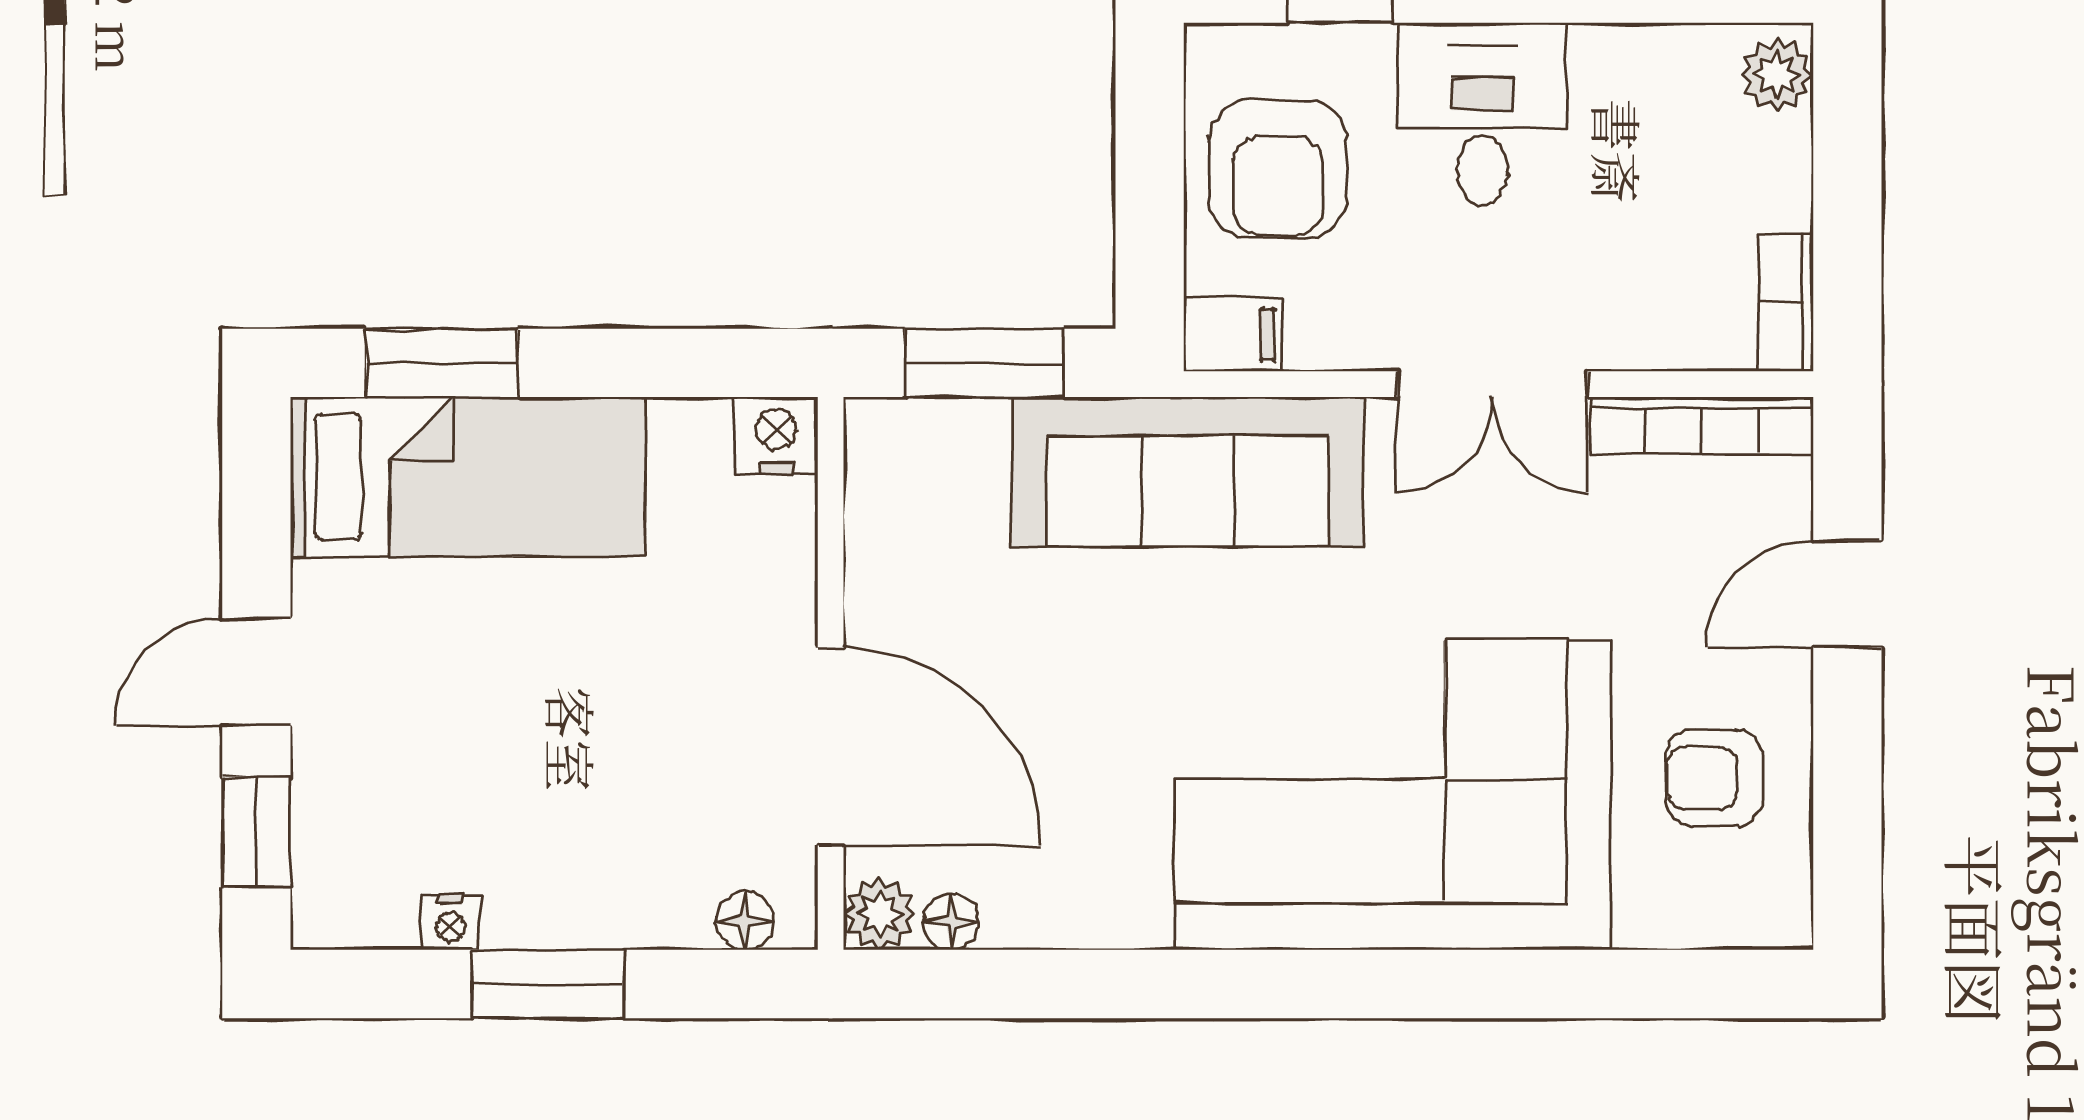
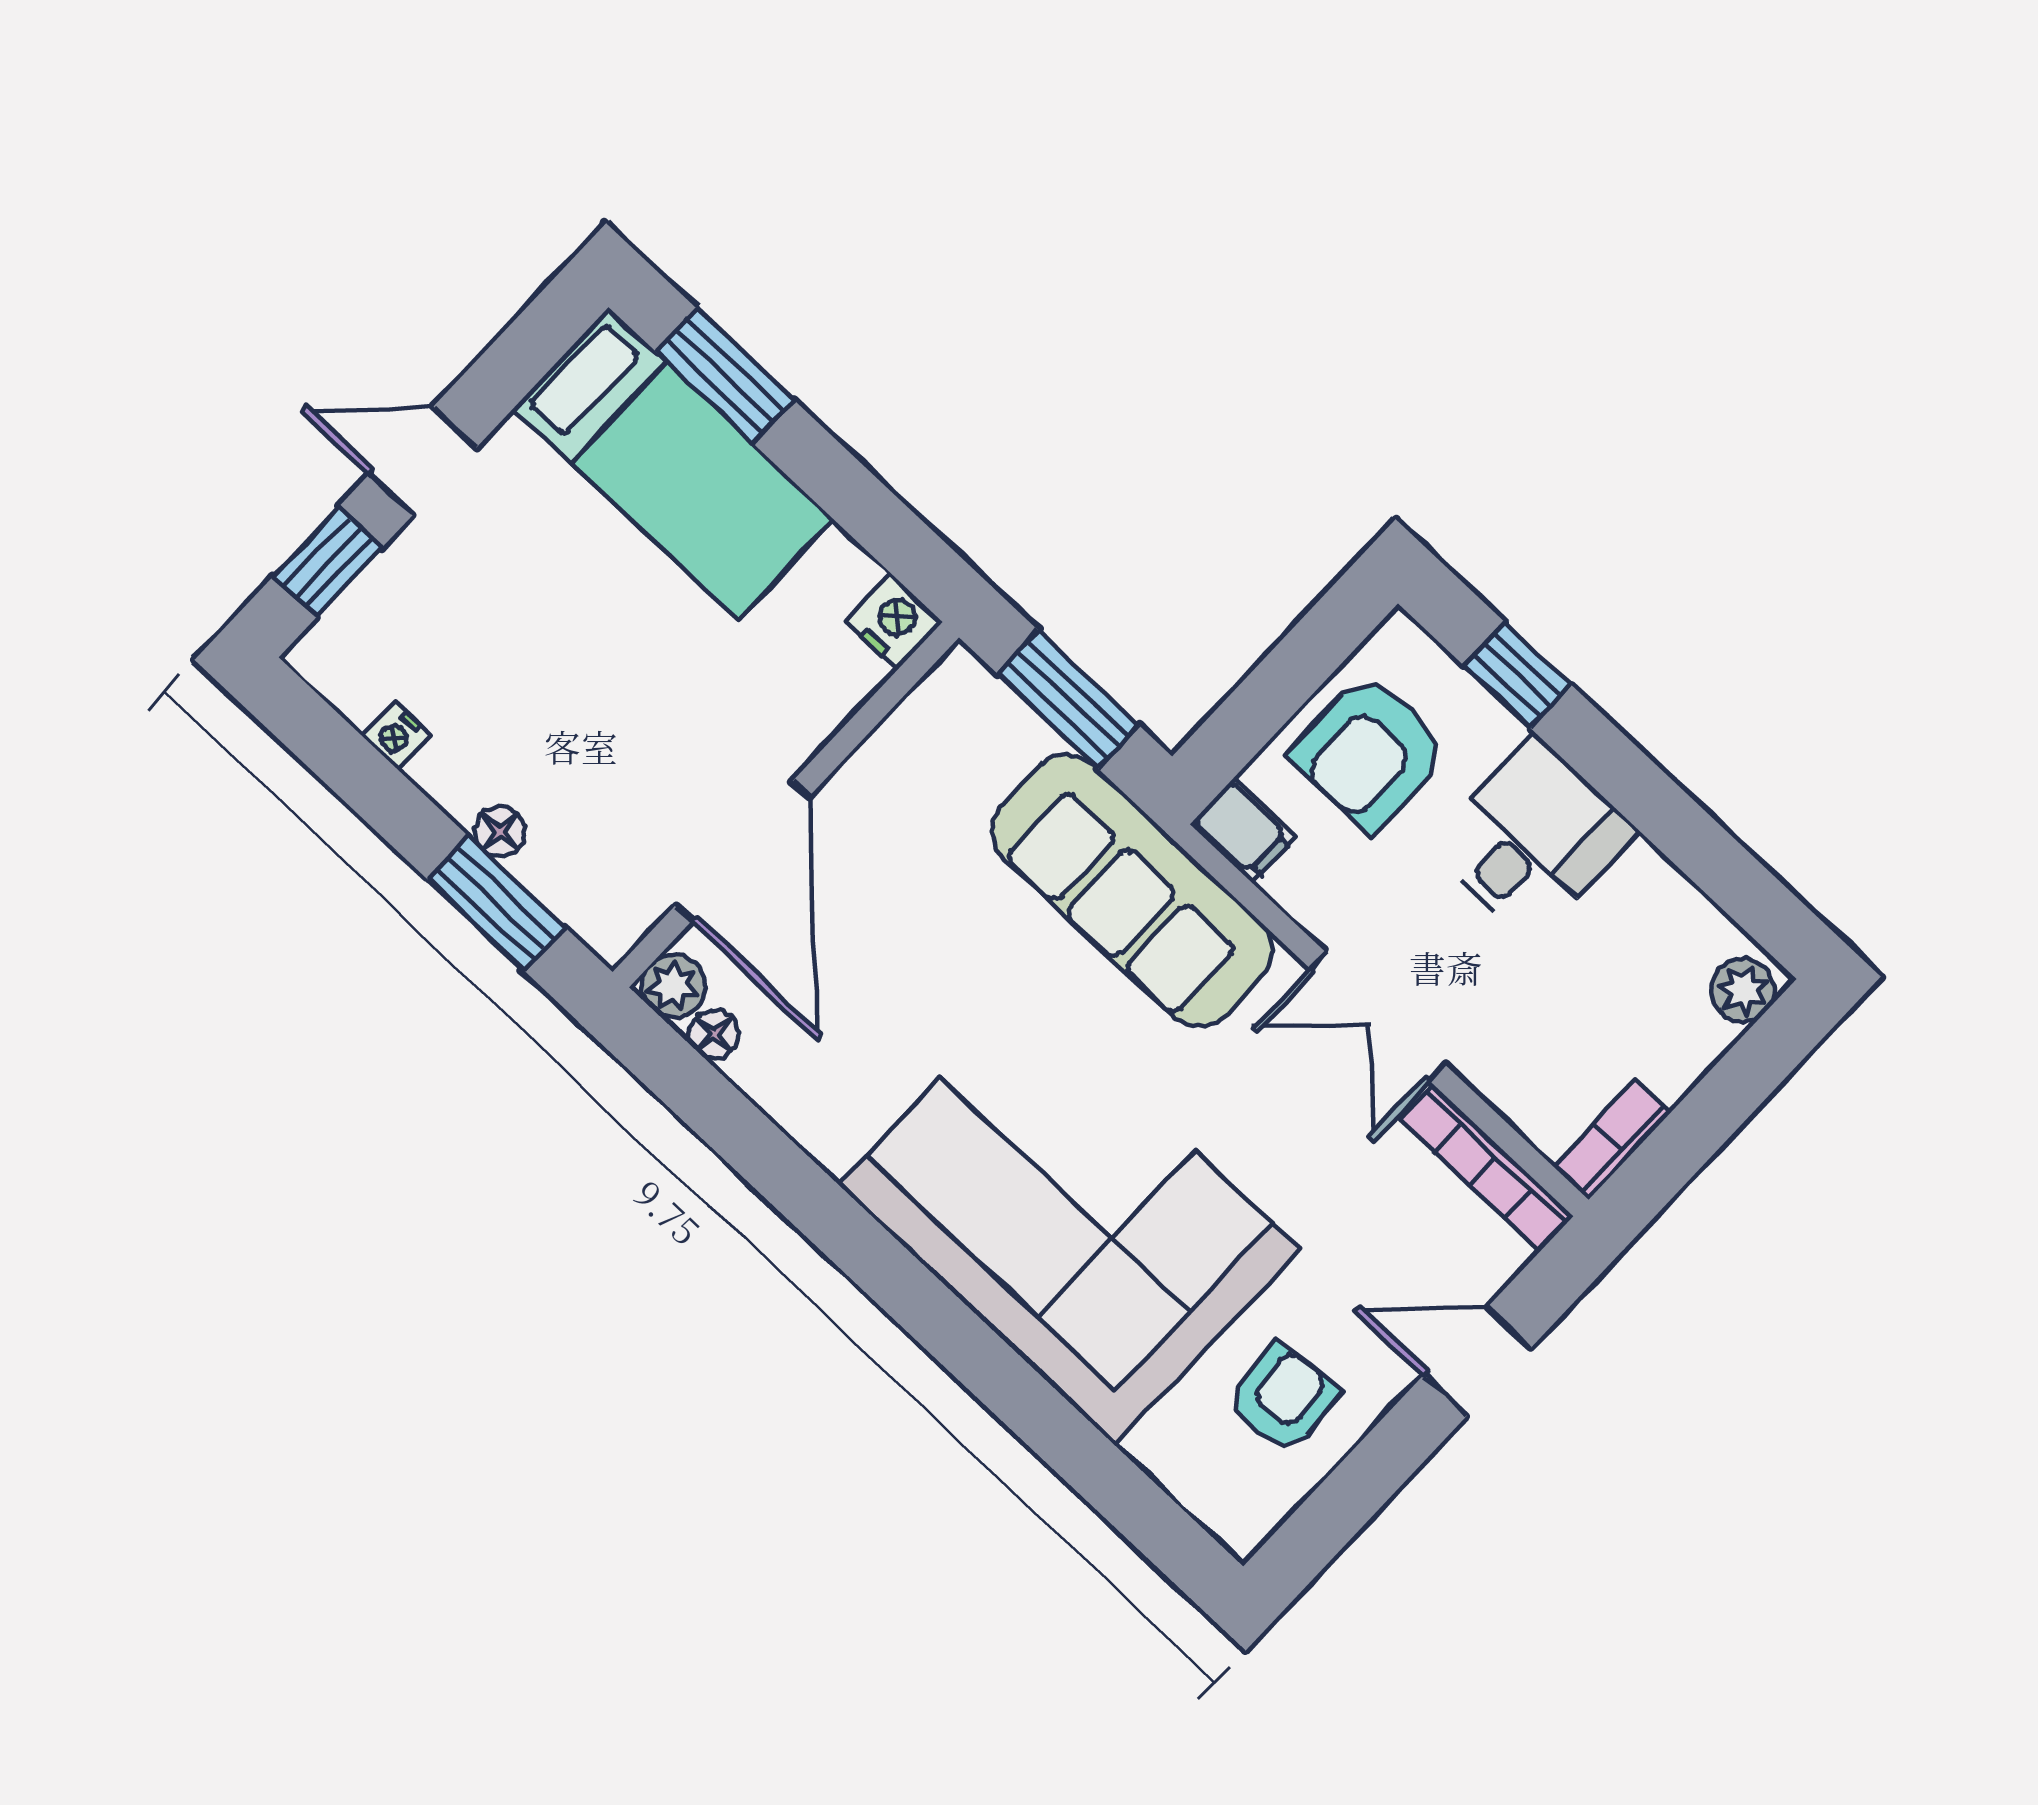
armchair: (1714, 778) -> (1283, 1398), turned 84
floor lamp: (745, 921) -> (500, 832), moved
window: (548, 984) -> (496, 903), moved

